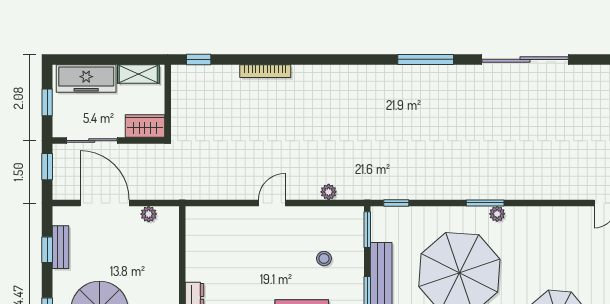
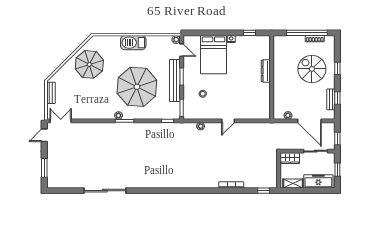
window: (426, 59) -> (153, 191), removed

